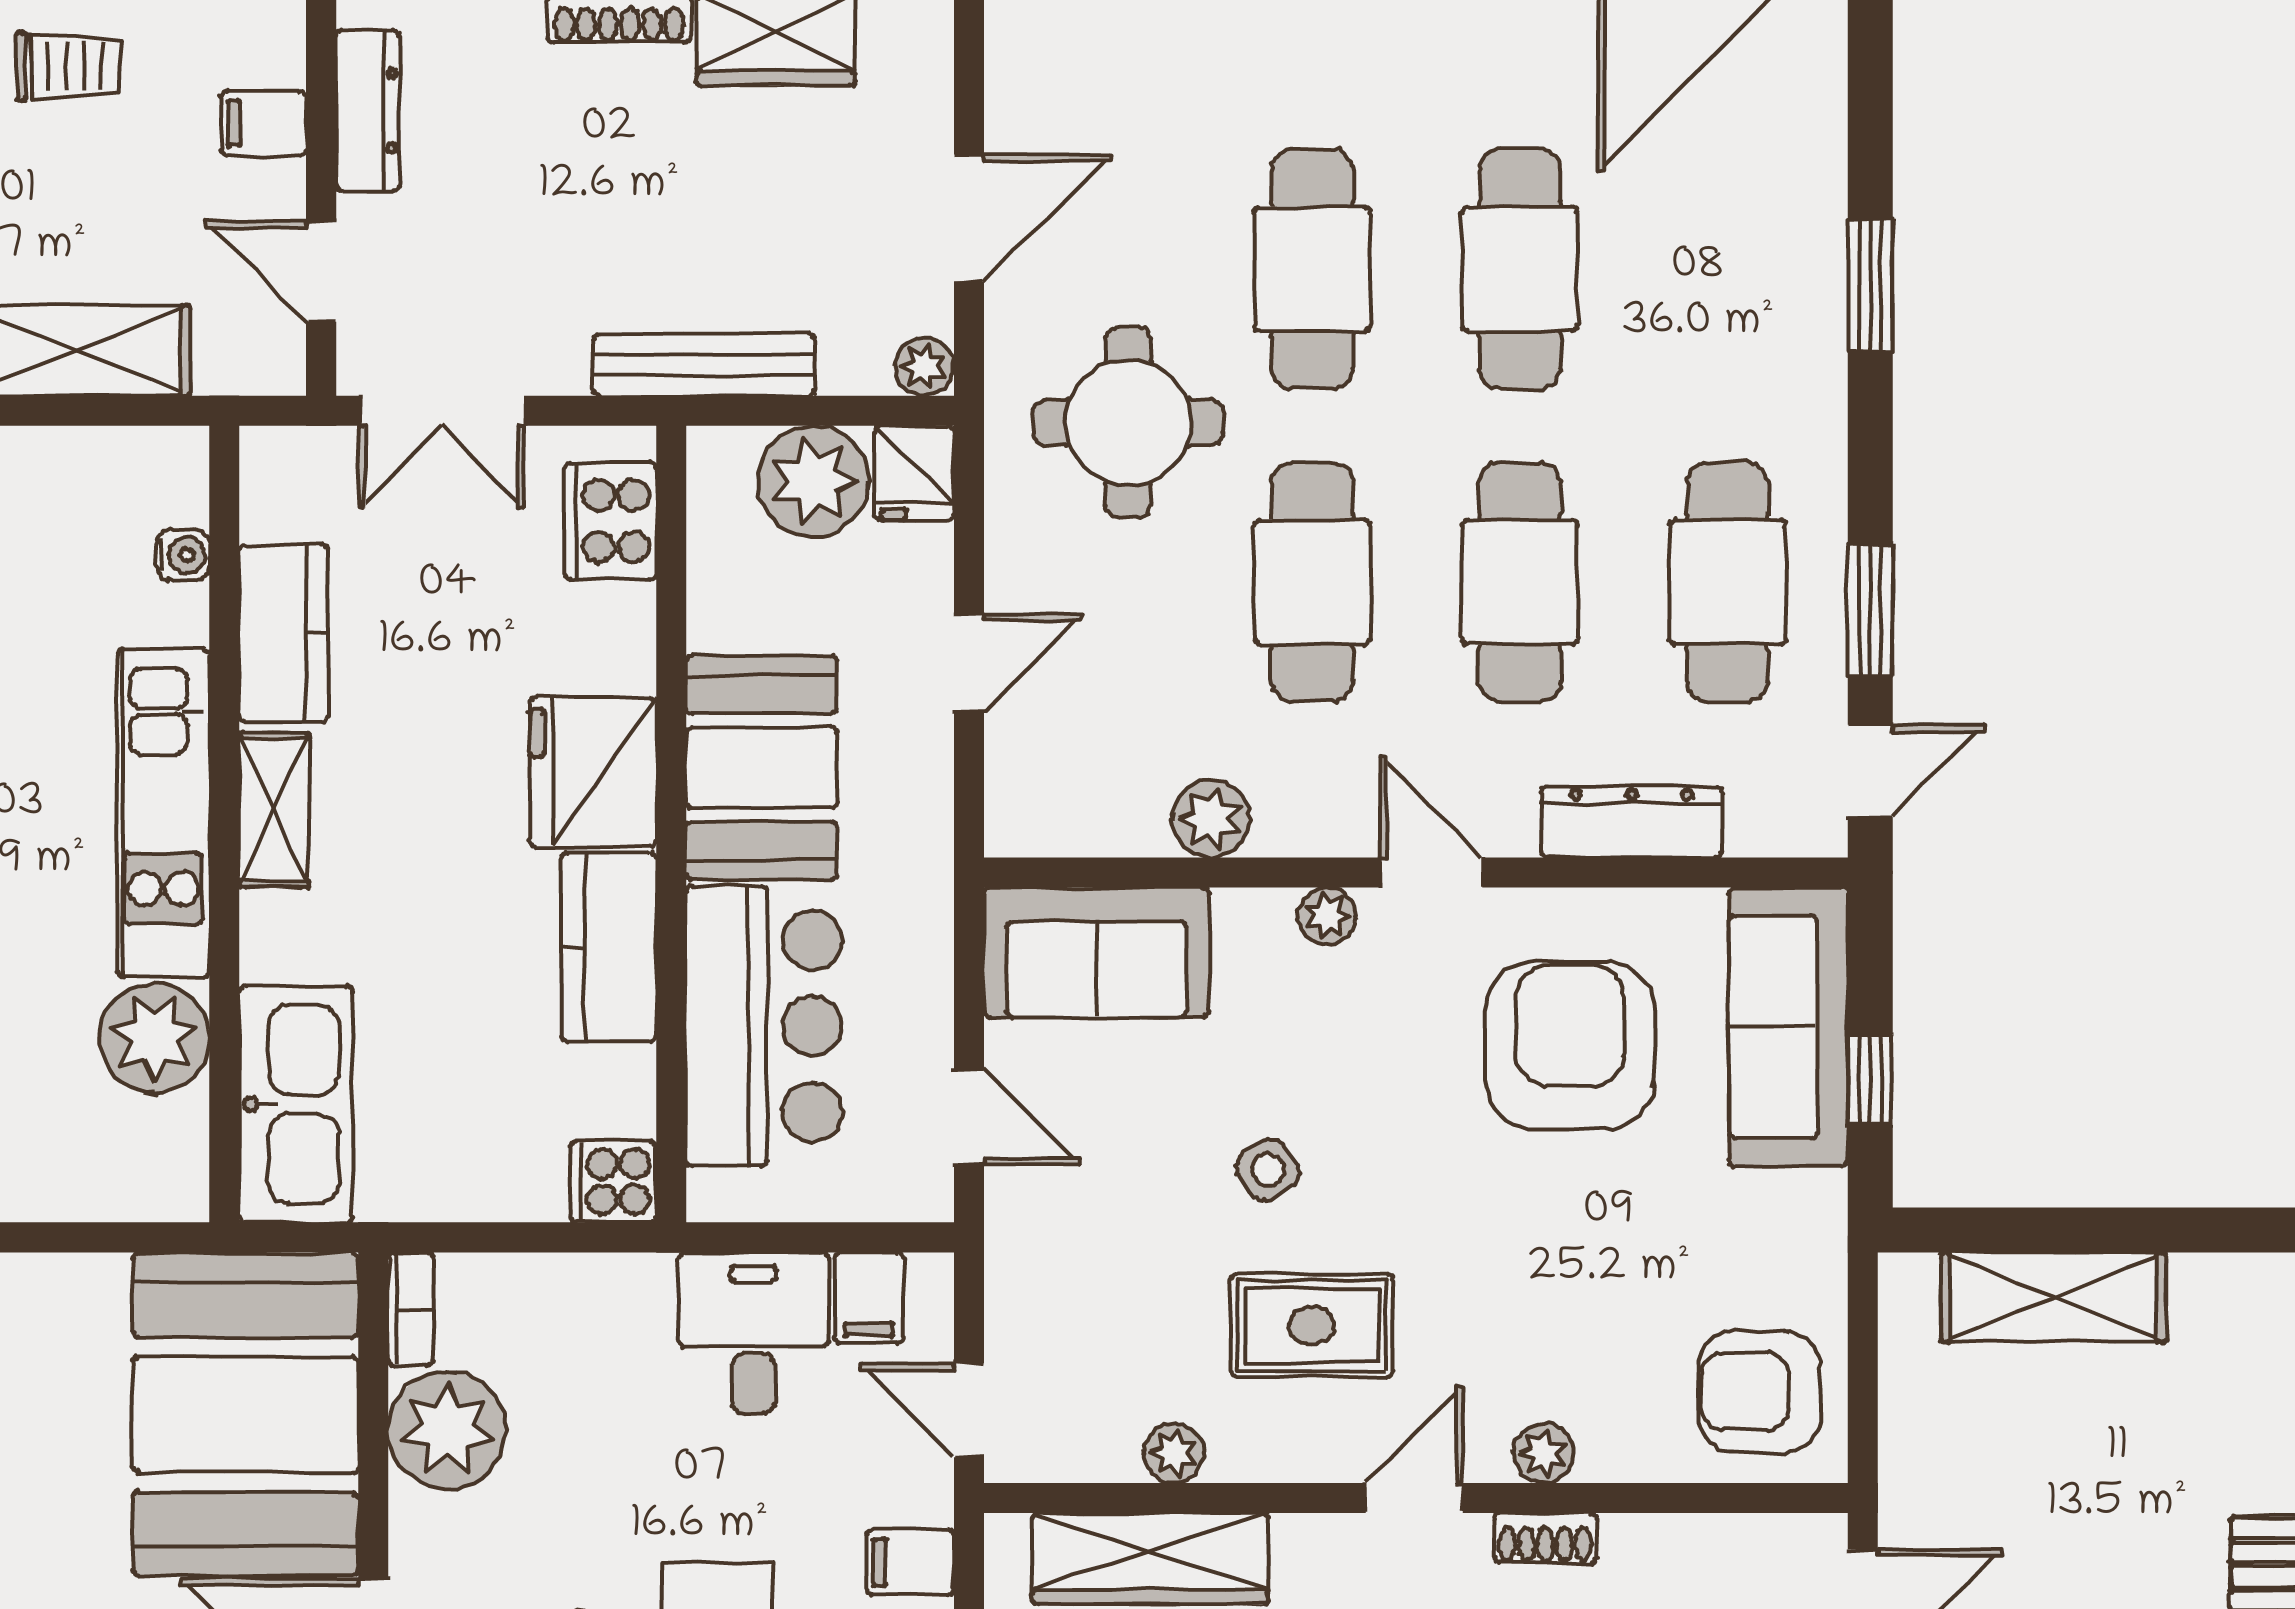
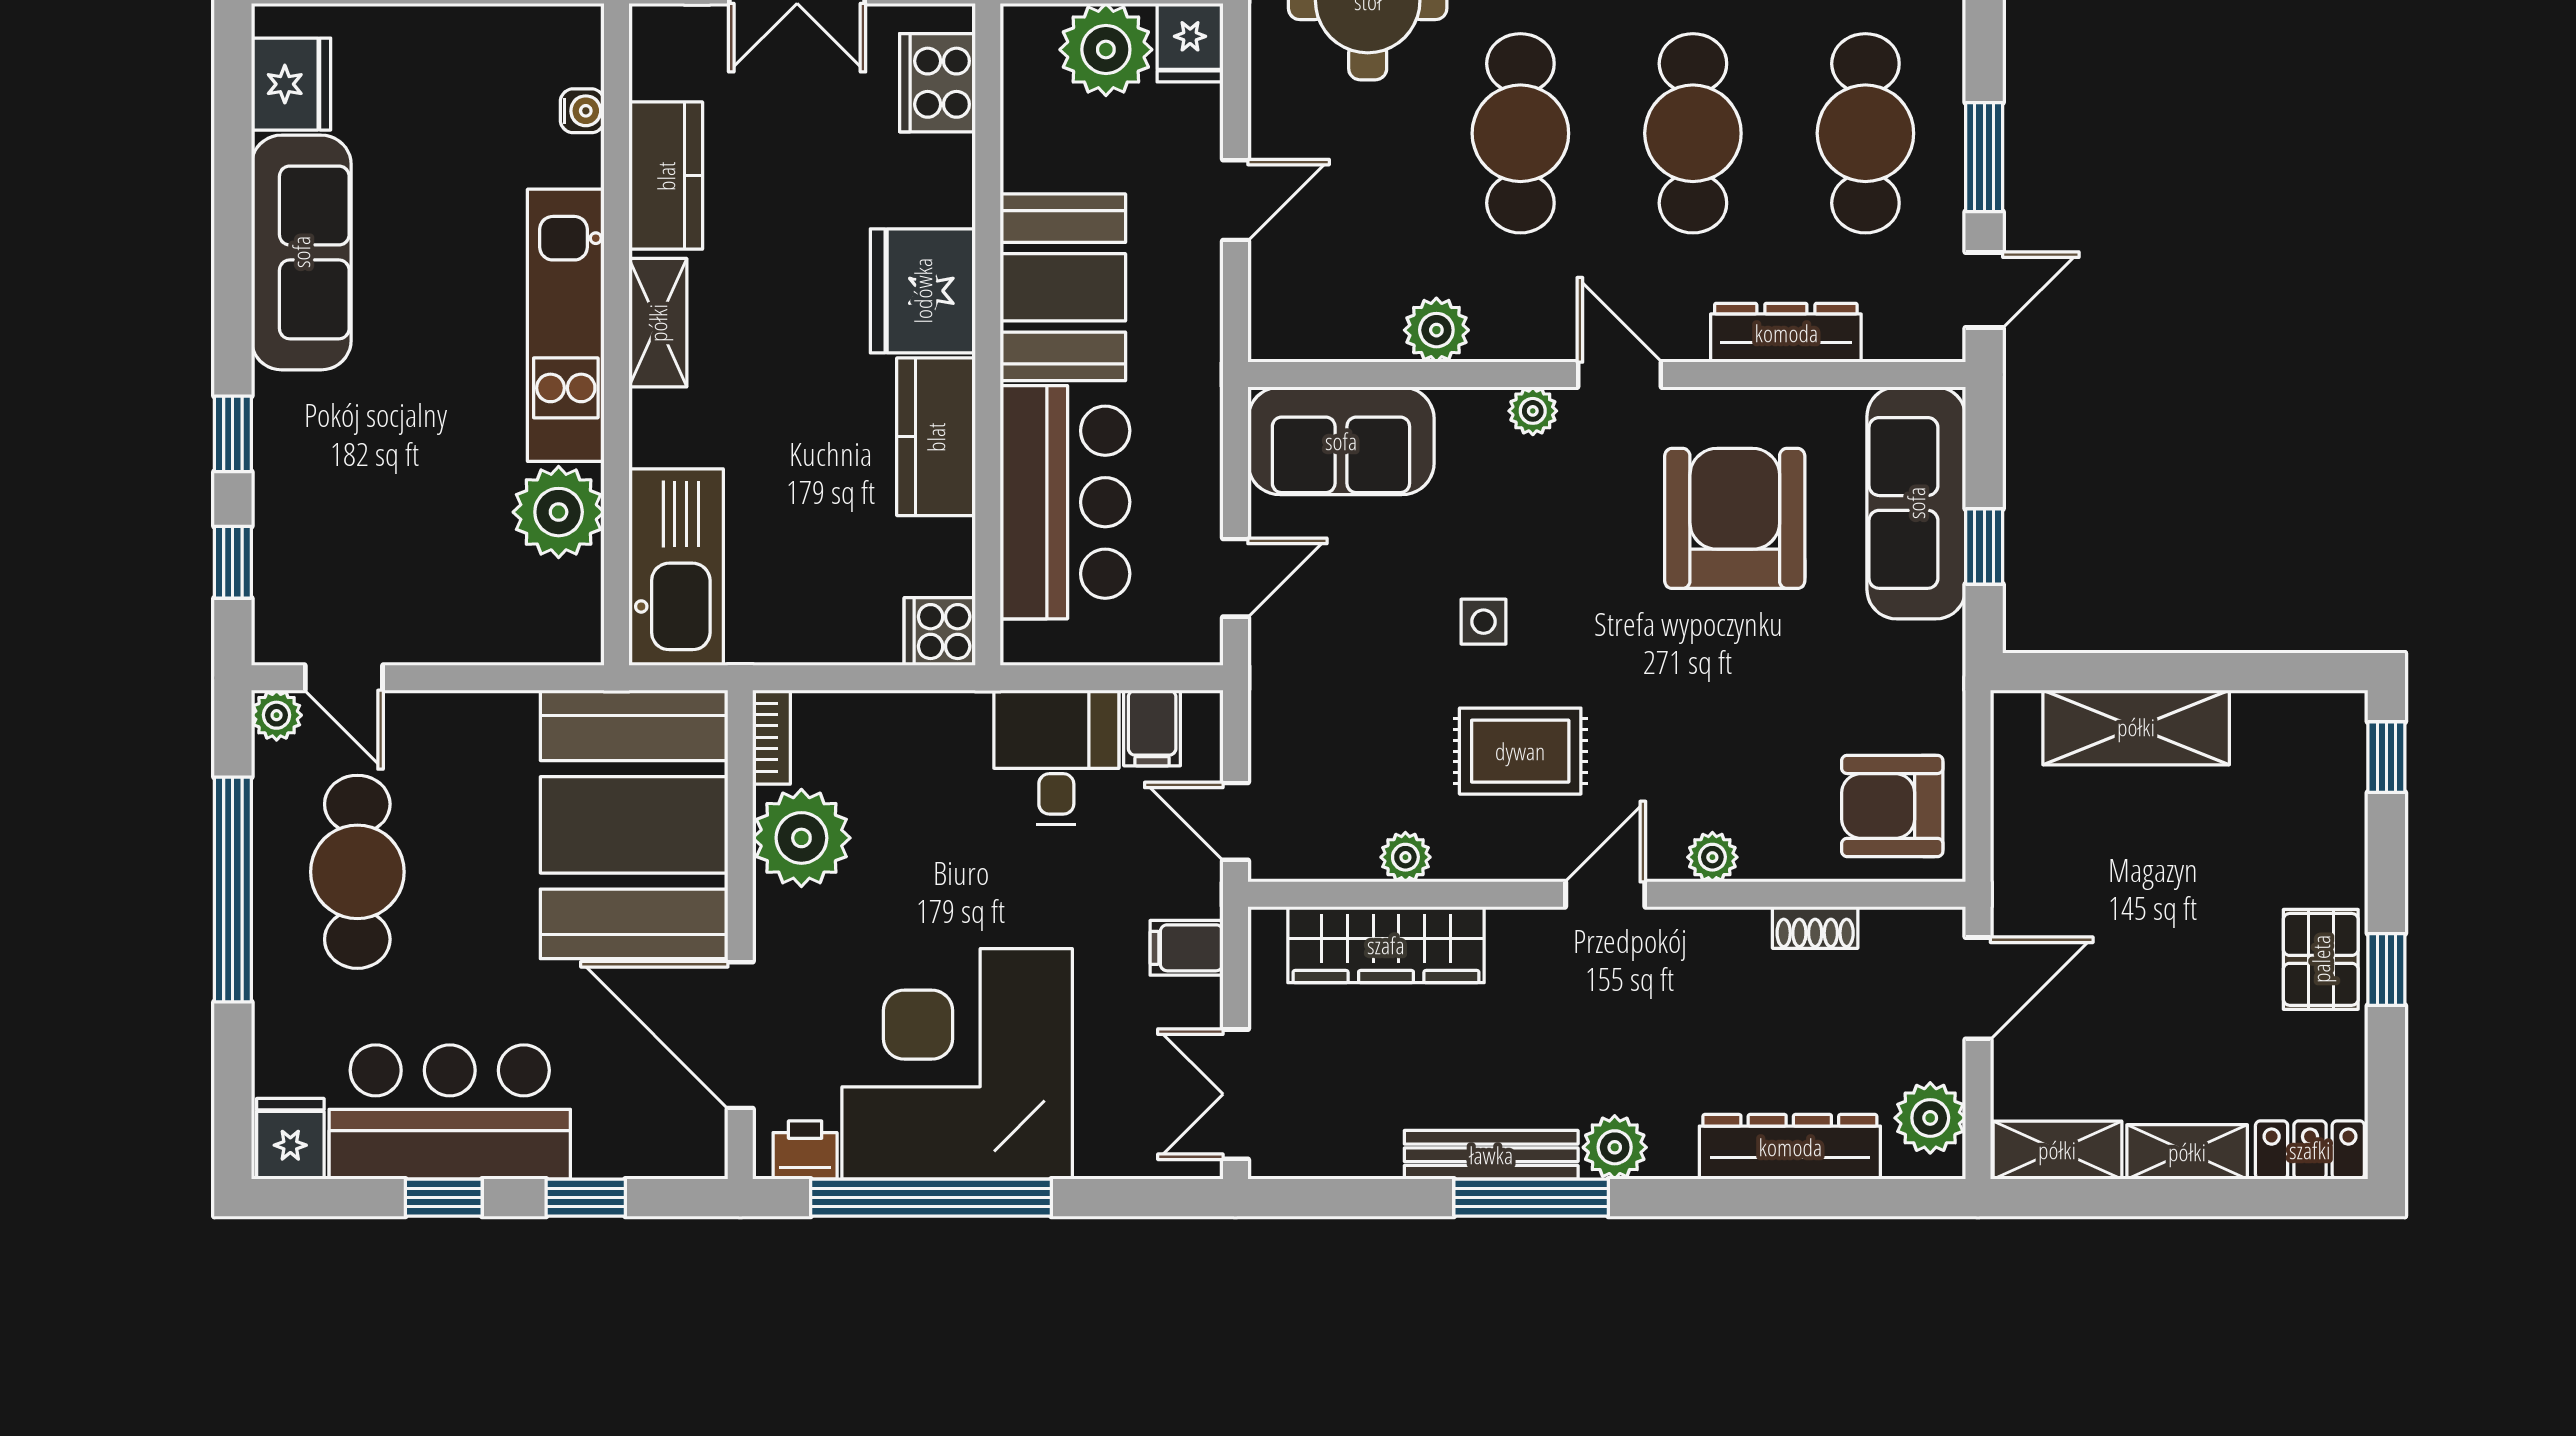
door: (969, 1117) -> (1235, 578), hinge flipped
side table: (1268, 1170) -> (1483, 622), turned 33
shoe rack: (1545, 1538) -> (1815, 927), moved

